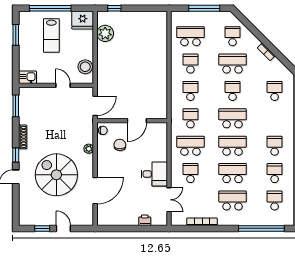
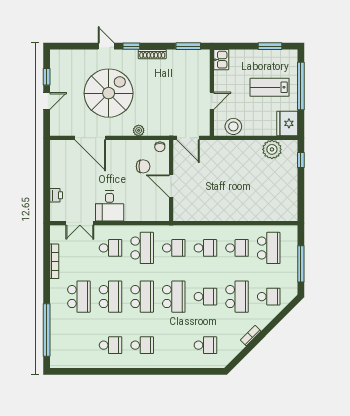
school desk: (275, 200) -> (79, 345), removed

